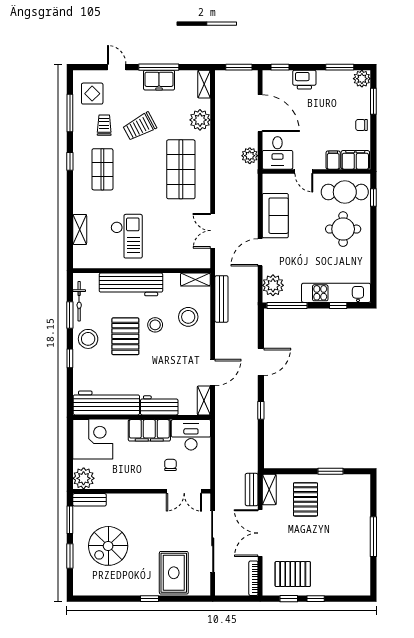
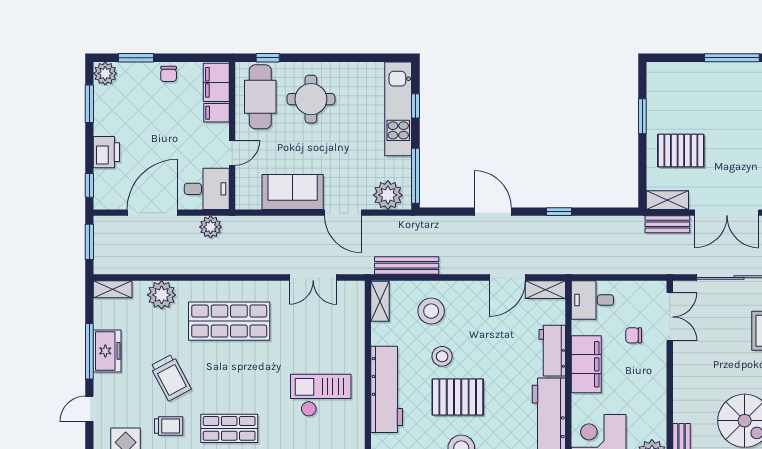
trolley: (104, 125) -> (169, 426), turned 180
door: (213, 373) -> (507, 278), swing flipped
desk: (191, 435) -> (592, 300), width x0.73

